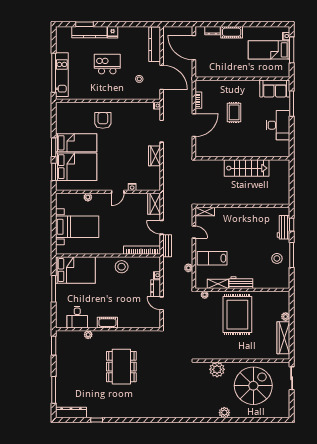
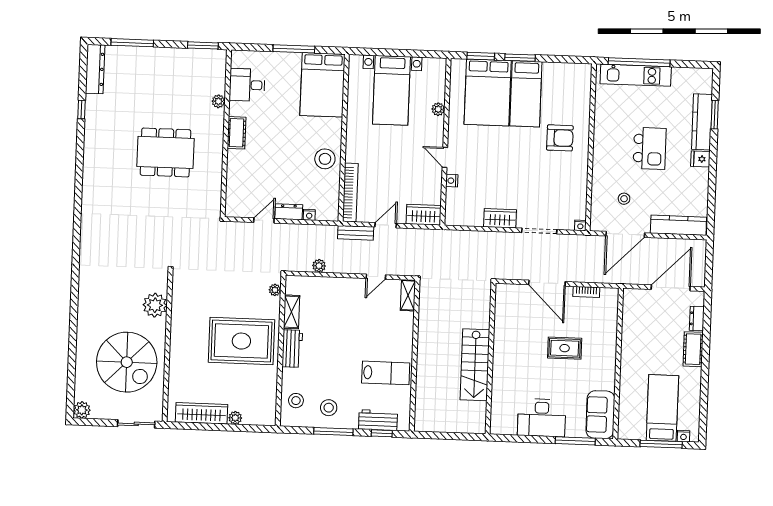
lab bench: (212, 258) -> (386, 373), moved, turned 90
stool: (273, 279) -> (296, 401), added
plant: (224, 413) -> (82, 410), moved

